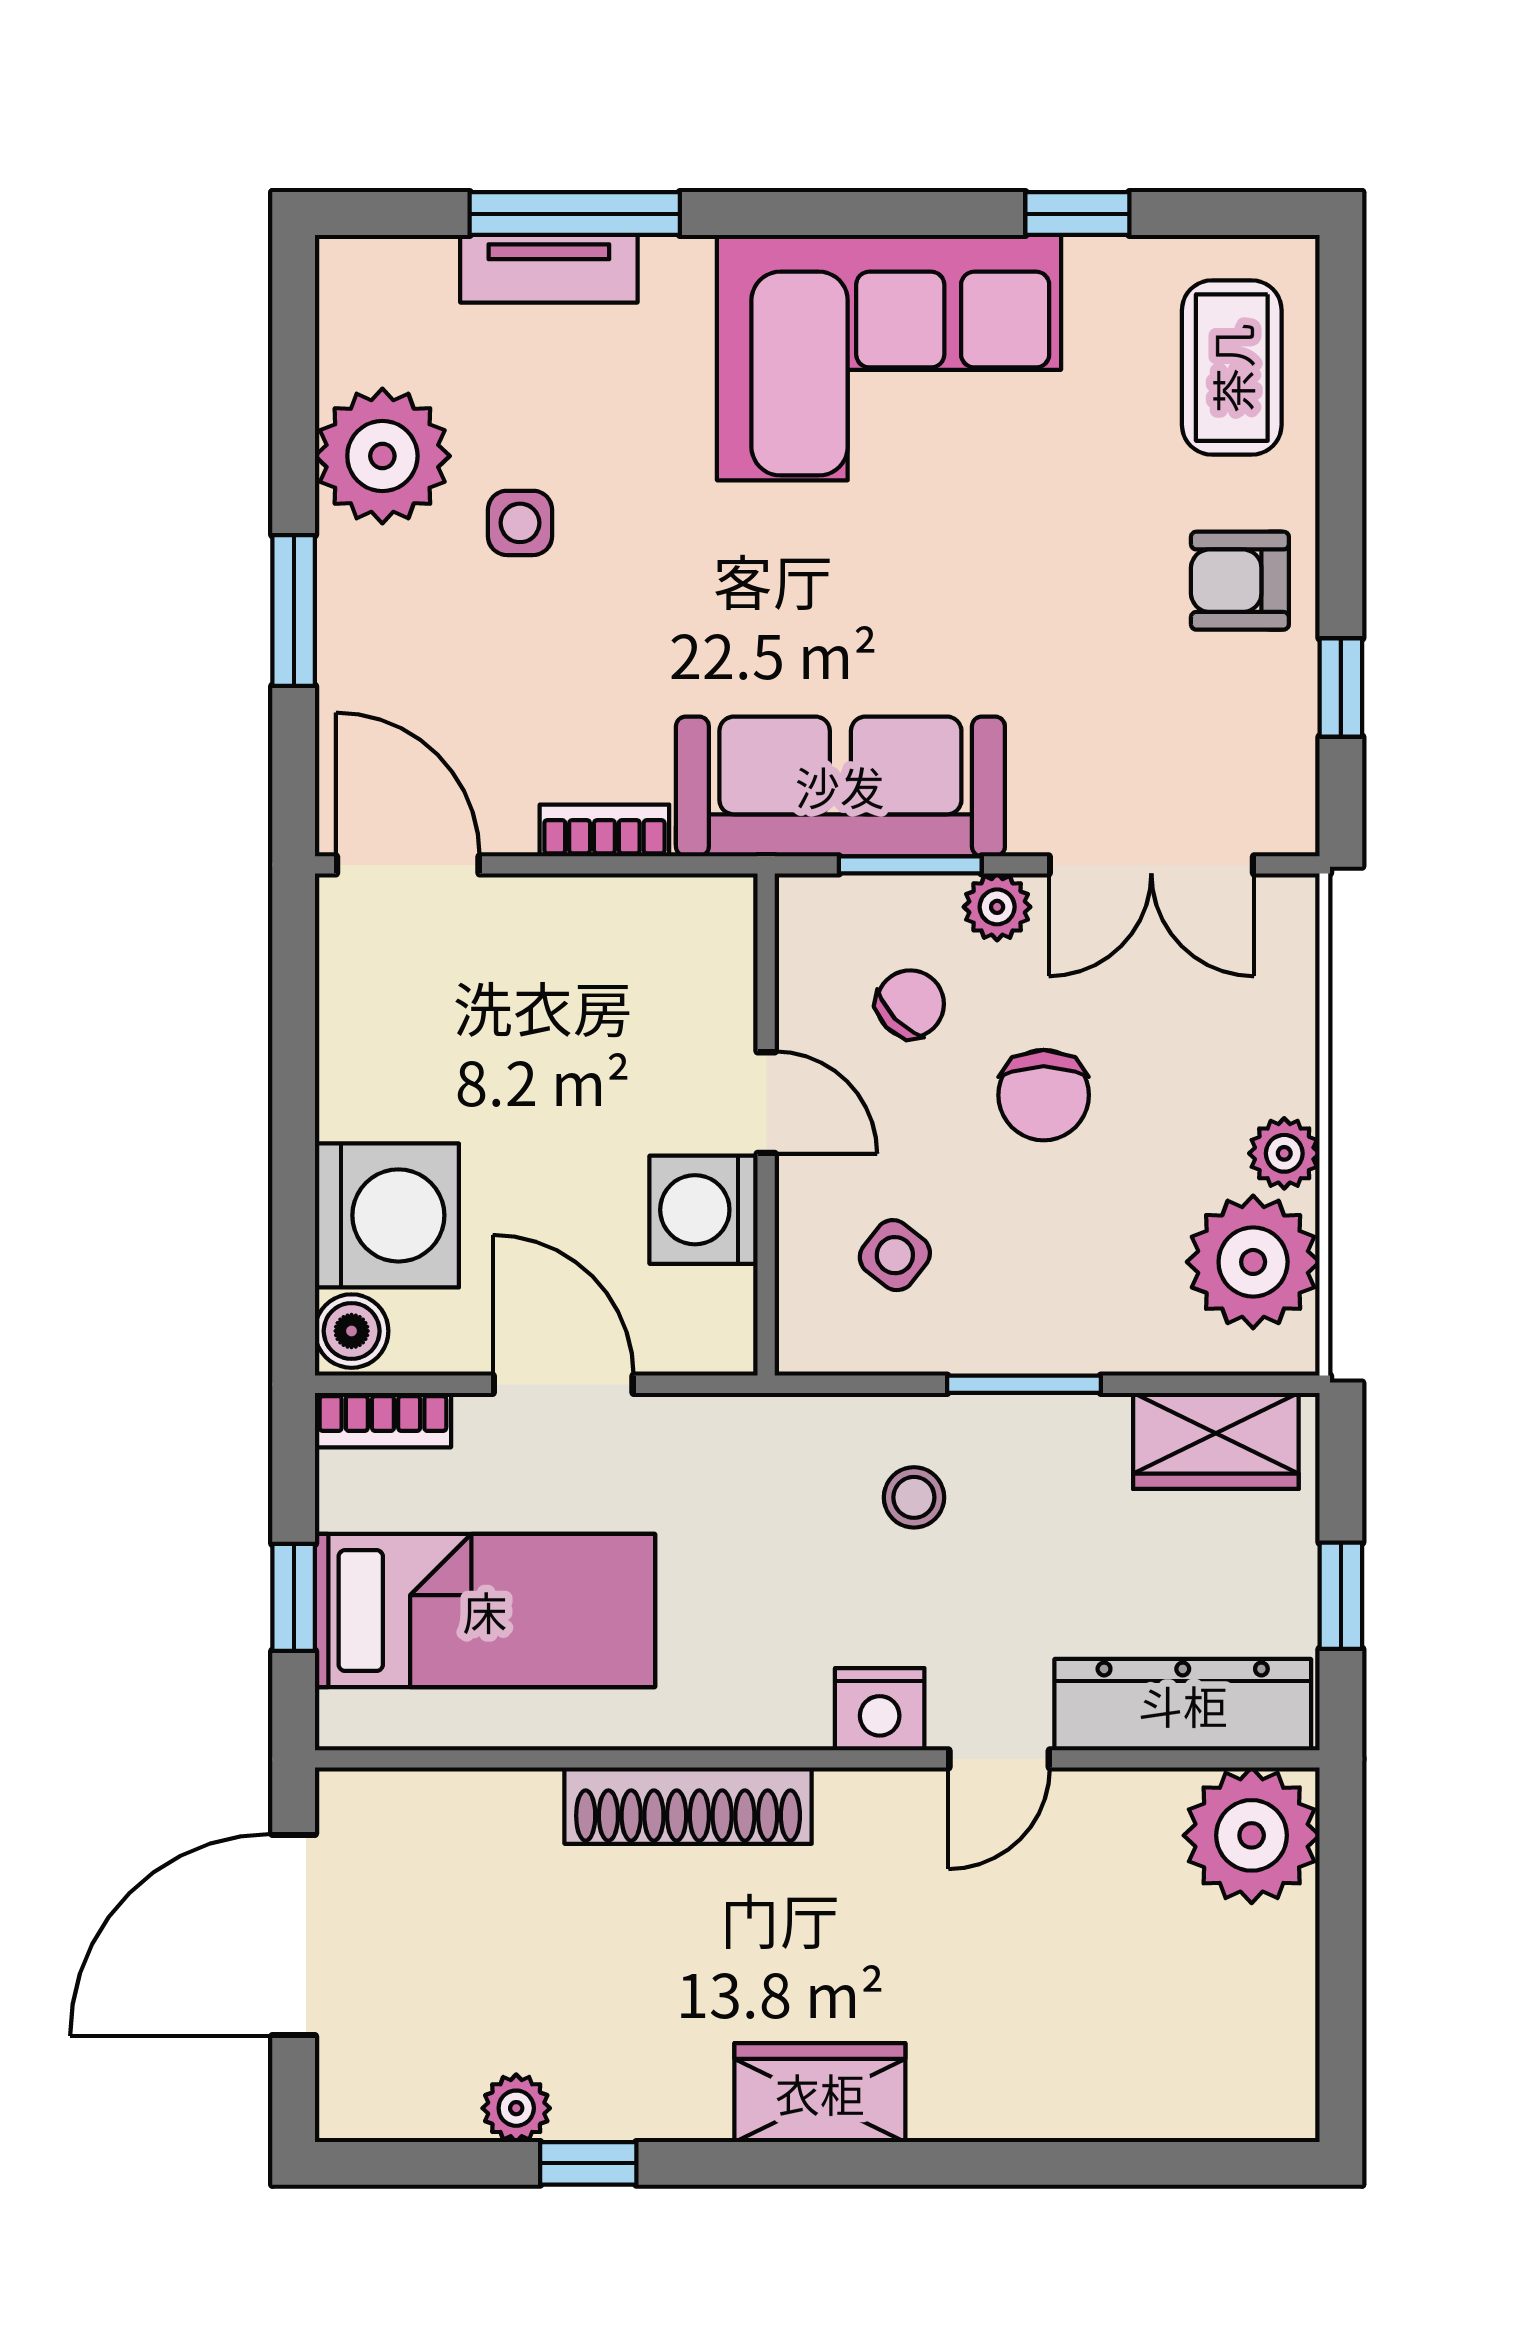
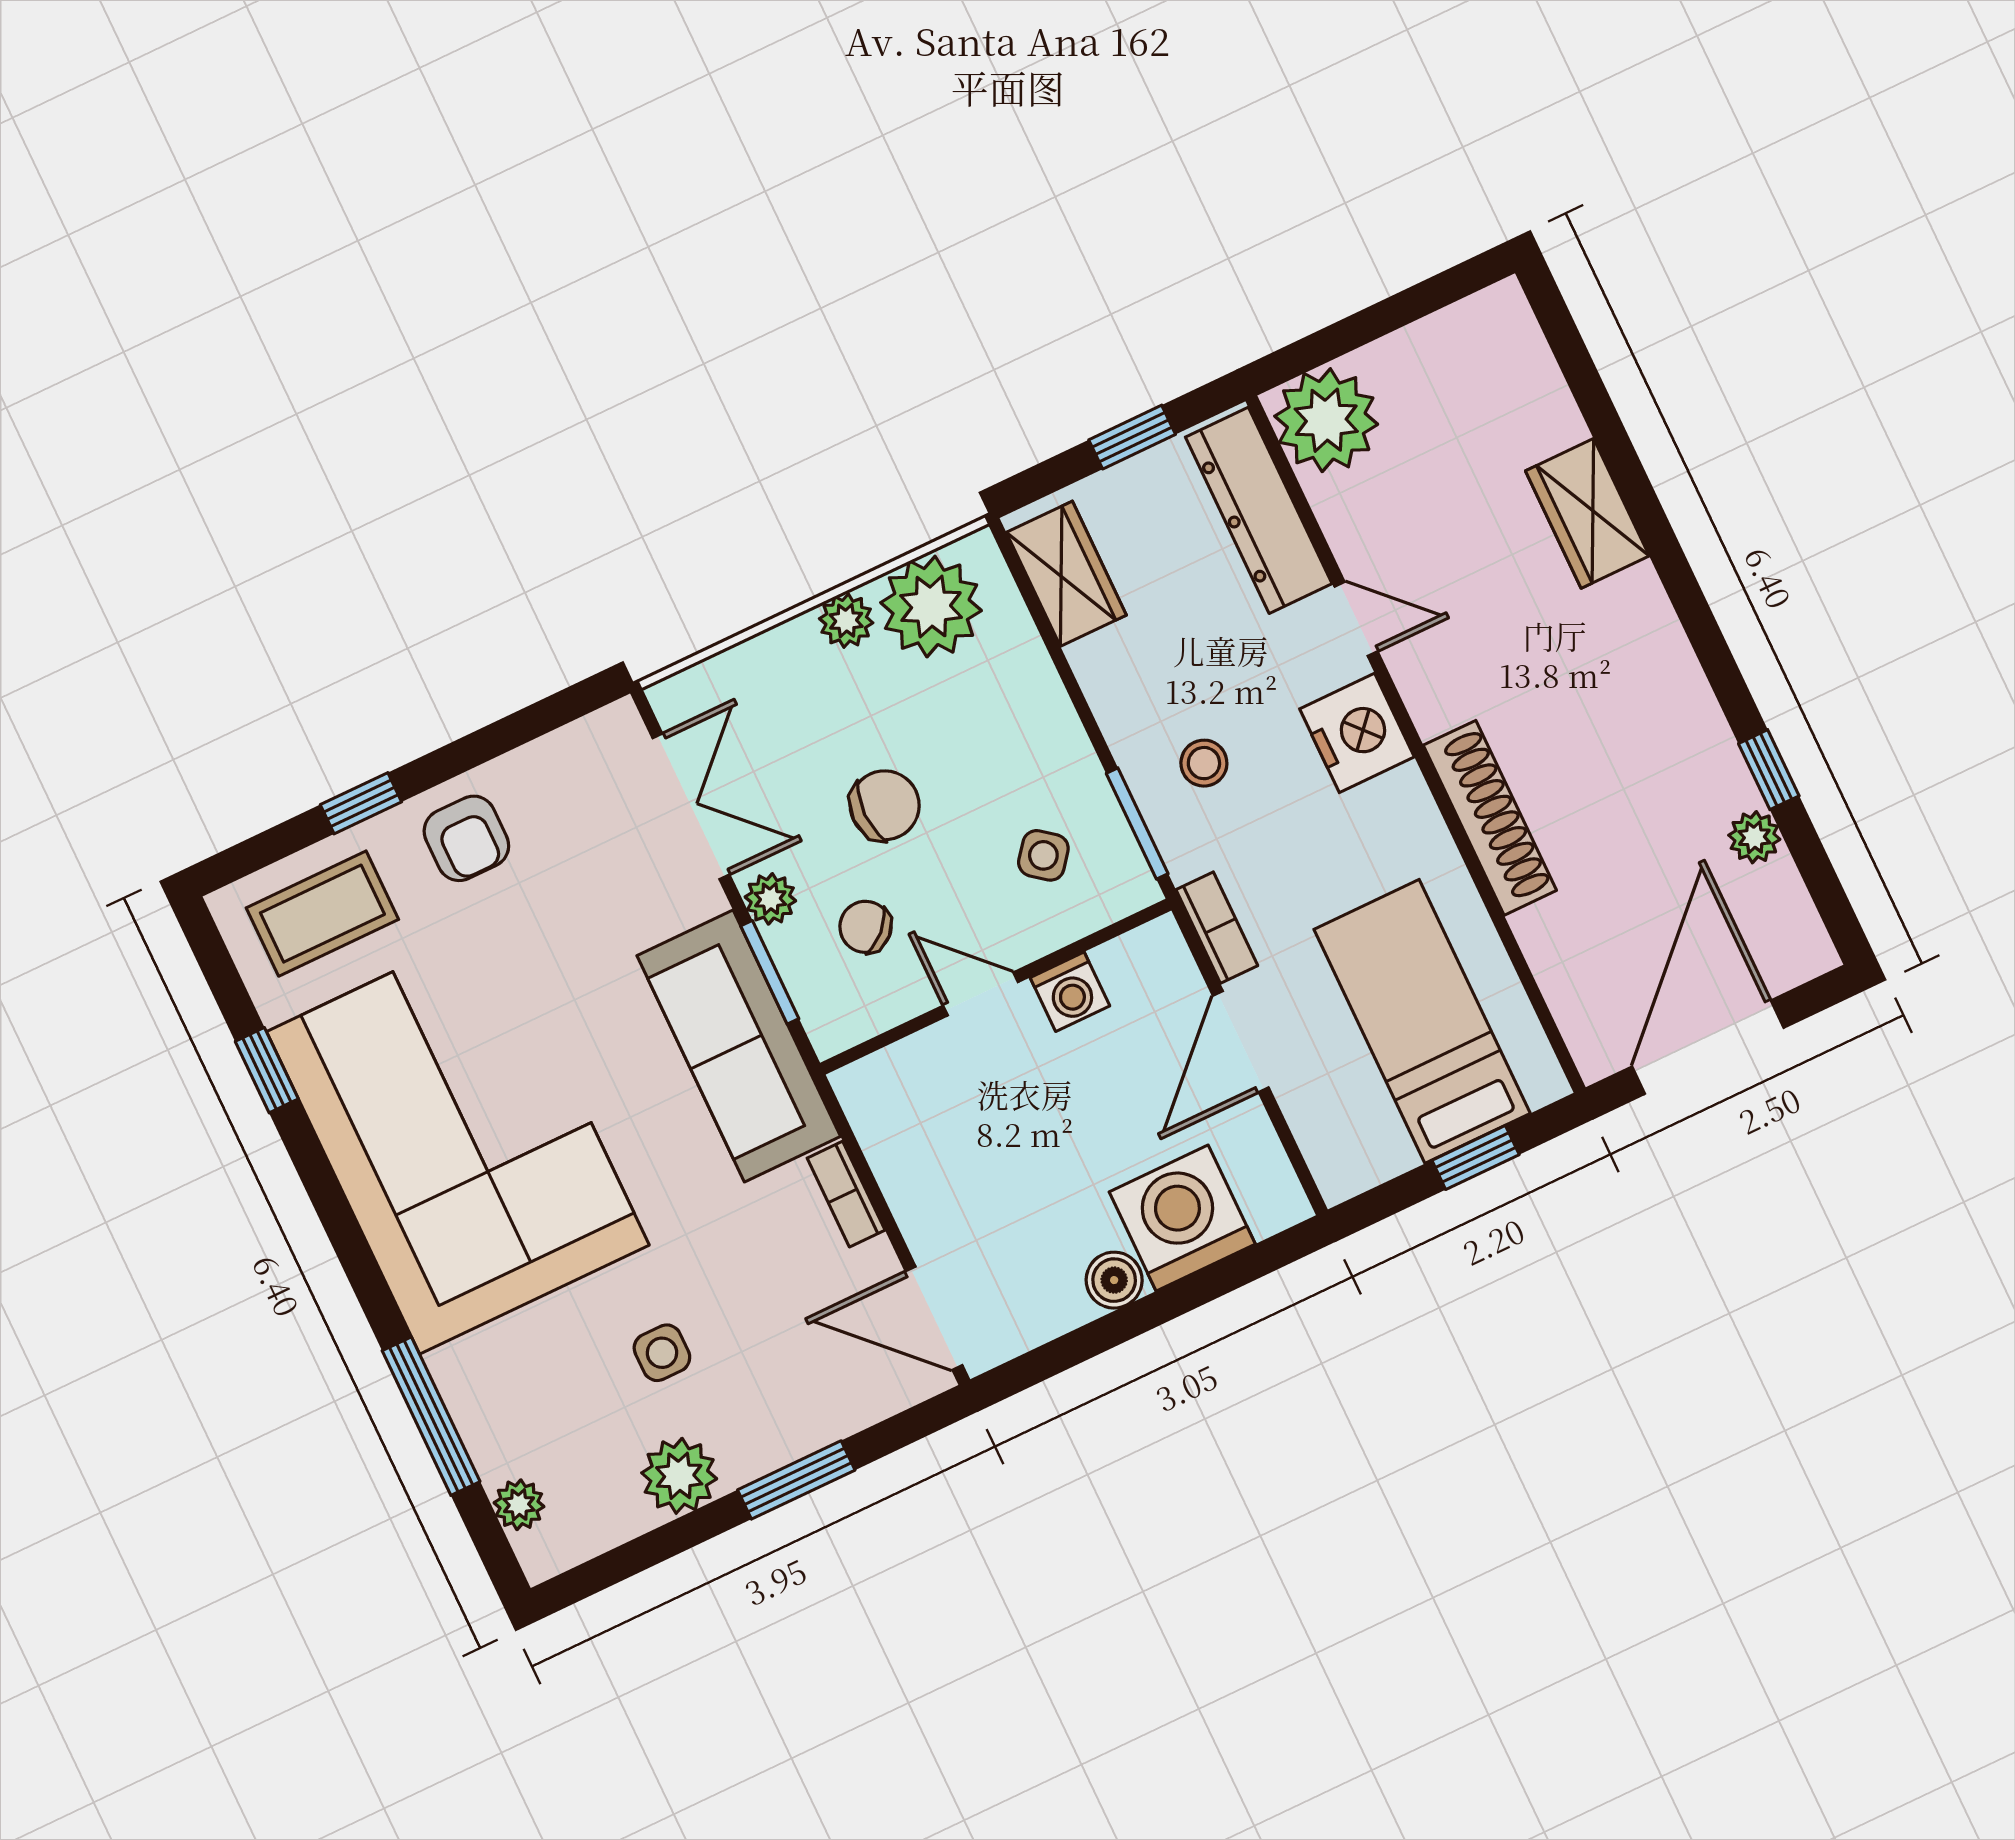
plant: (420, 268) -> (519, 1505), added
tv unit: (549, 269) -> (478, 1416), removed
corner sofa: (889, 358) -> (458, 1138), width x1.36, depth x1.36
plant: (382, 456) -> (679, 1476), width x0.73, depth x0.73
window: (1341, 687) -> (361, 803), moved
door: (408, 865) -> (934, 1318), hinge flipped
door: (766, 1103) -> (981, 994), hinge flipped
washing machine: (703, 1210) -> (1070, 992), width x0.73, depth x0.73
boiler: (352, 1331) -> (1114, 1280), moved
window: (1024, 1384) -> (1137, 823), moved
bookcase: (383, 1420) -> (1217, 928), moved
nightstand: (880, 1709) -> (1357, 733), width x1.36, depth x1.33
door: (294, 1935) -> (1708, 1047), swing flipped
wardrobe: (820, 2093) -> (1587, 513), moved

